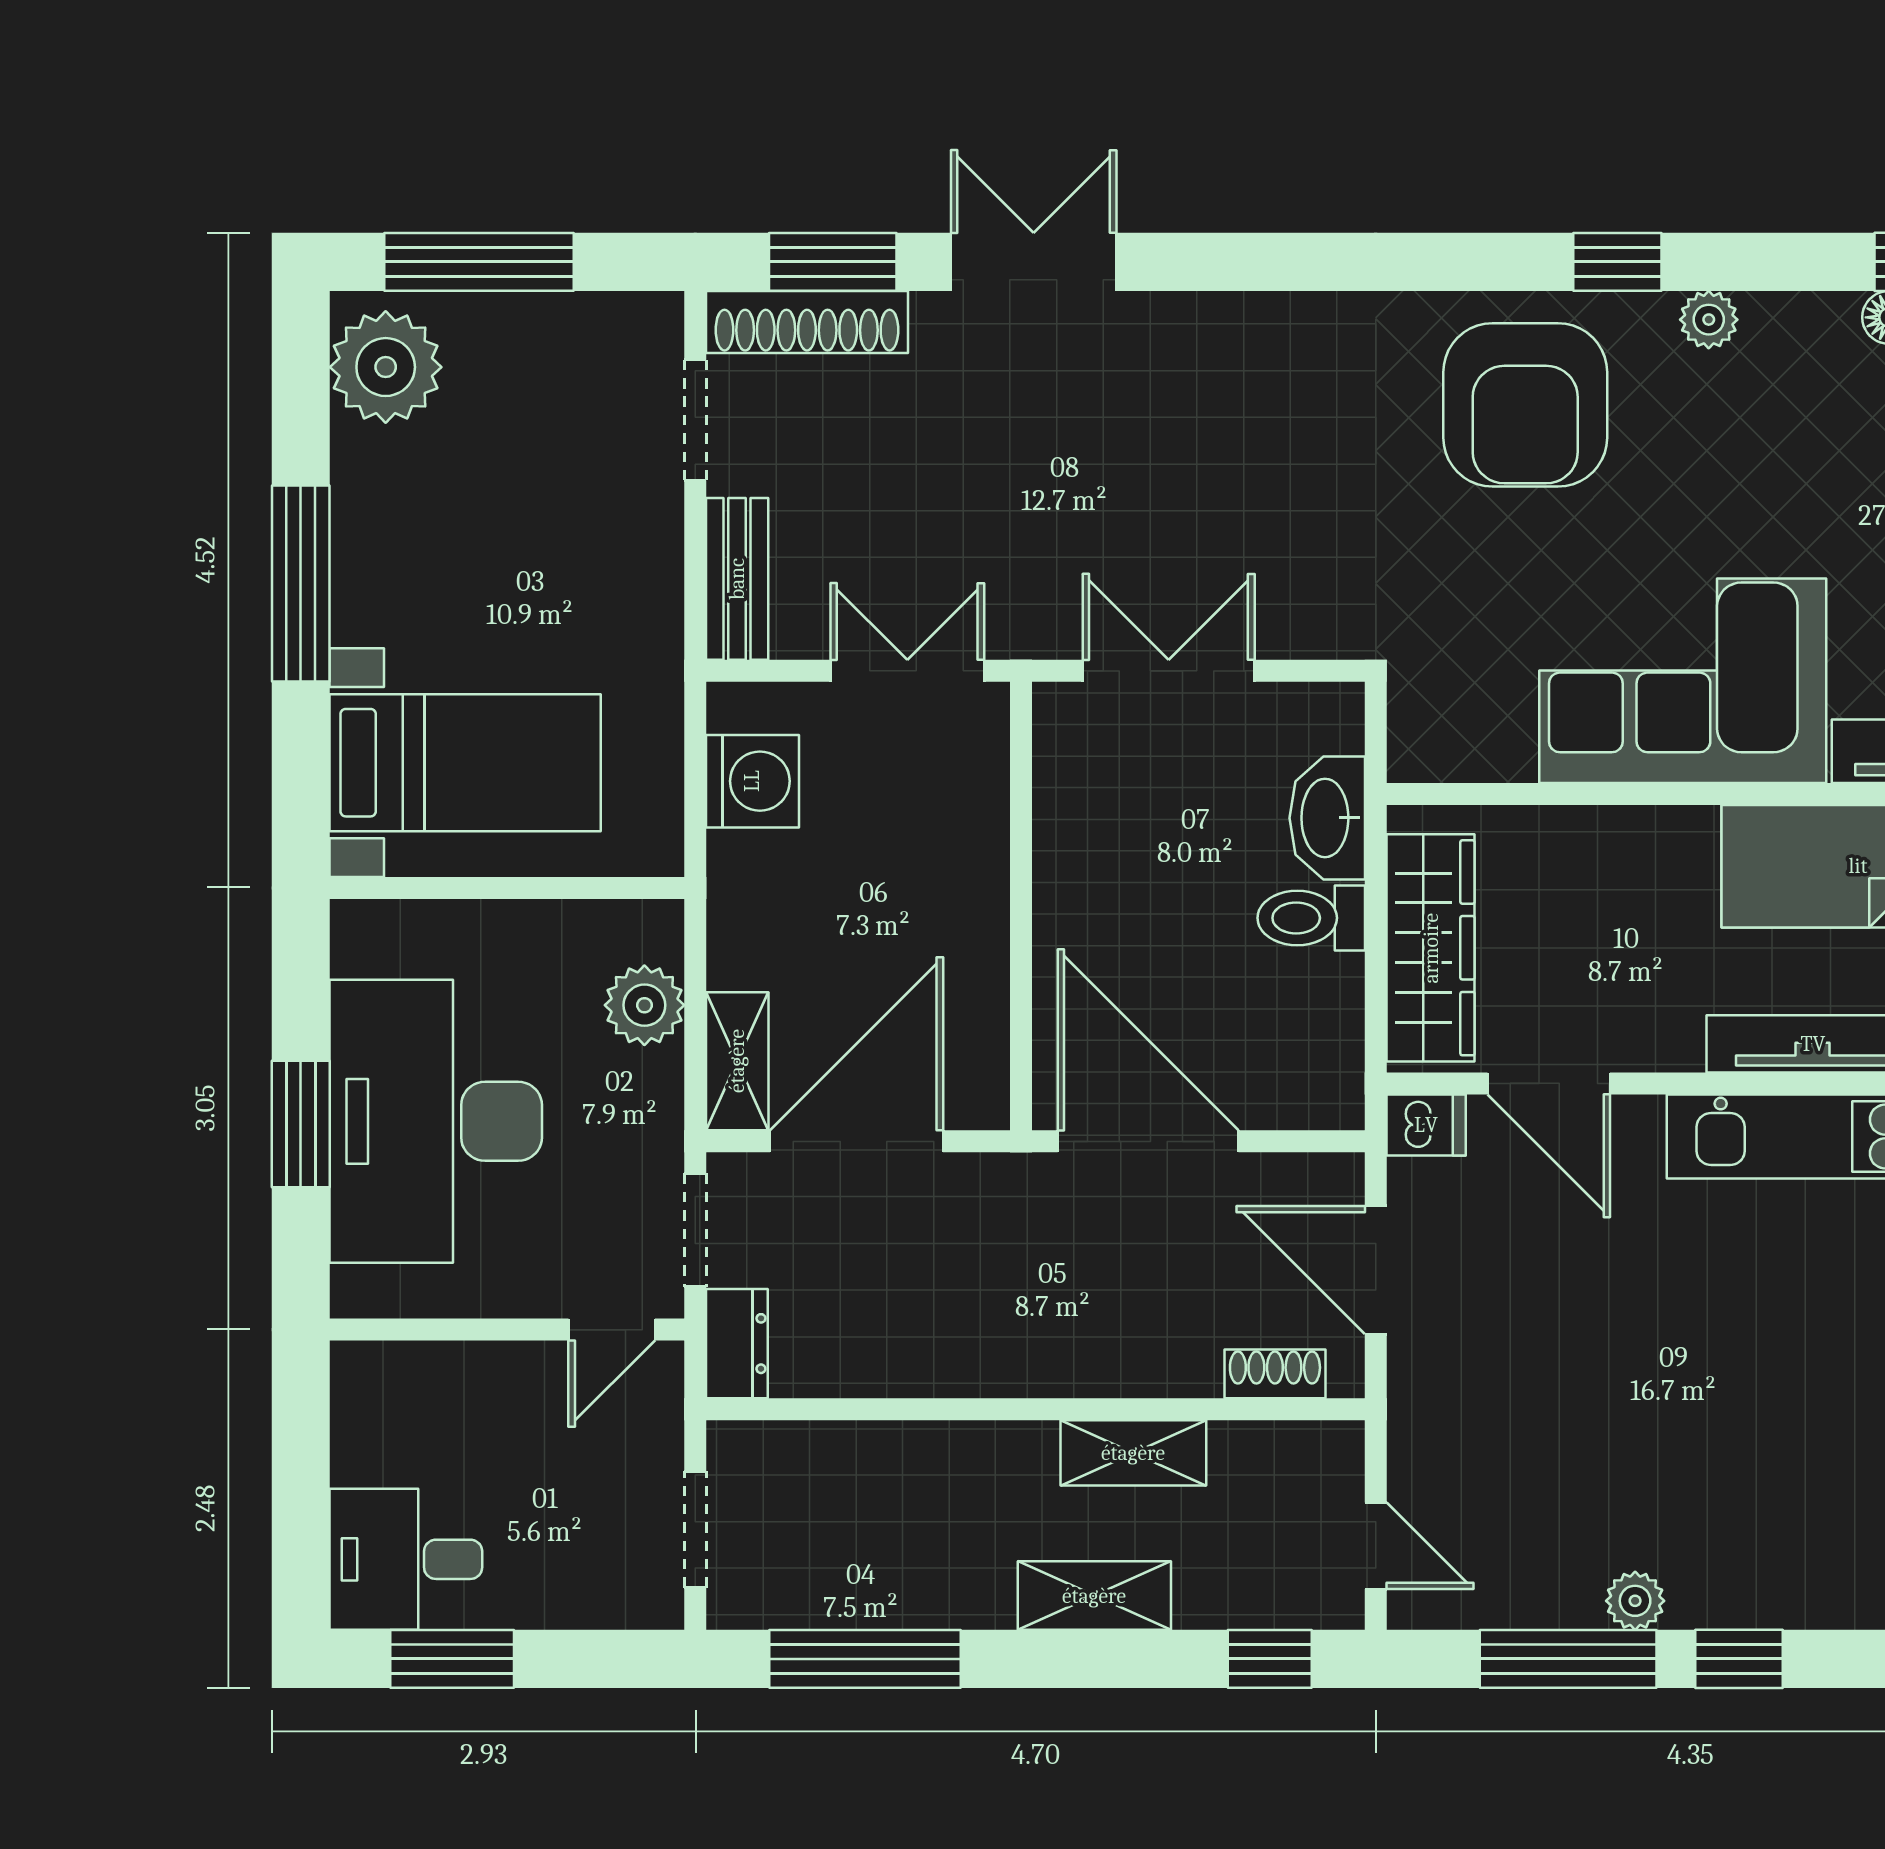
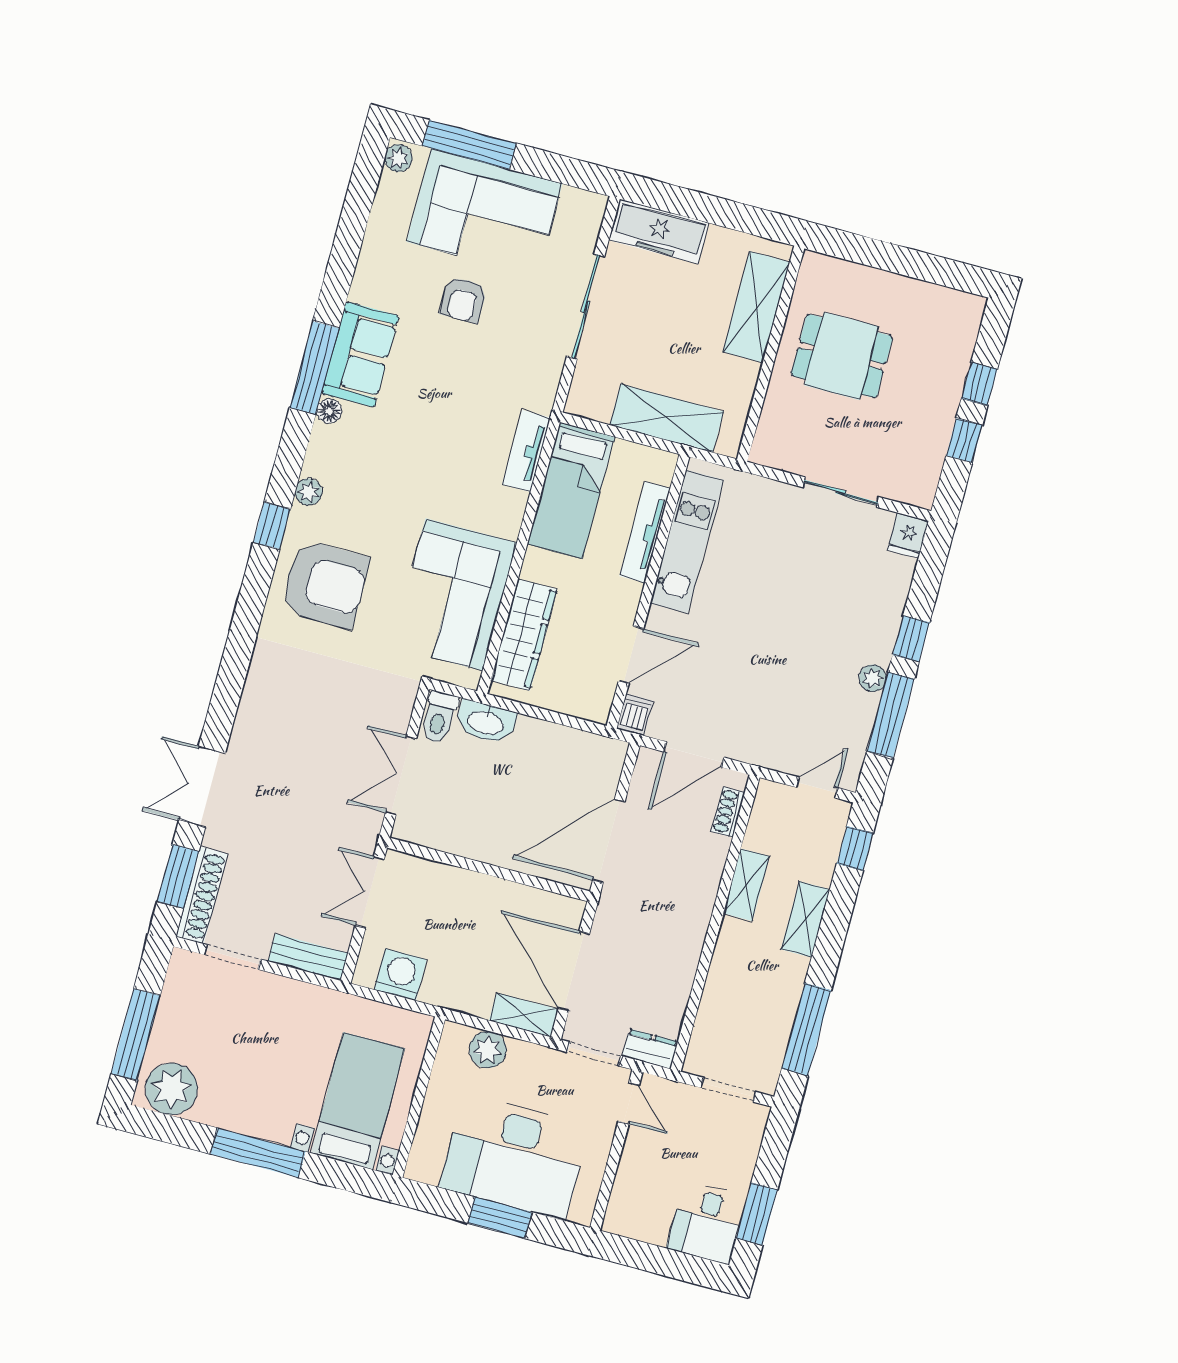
corner sofa: (1683, 681) -> (454, 595), moved
toilet: (1311, 918) -> (439, 717), moved
wardrobe: (1431, 948) -> (524, 635), moved, turned 90

